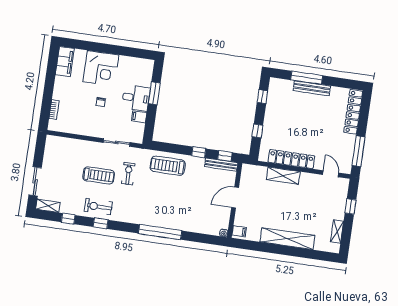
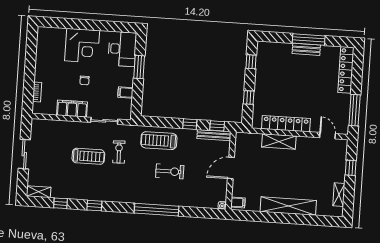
filing cabinet: (65, 62) -> (72, 109), moved, turned -90
window: (307, 78) -> (309, 39), moved
bench: (312, 88) -> (306, 49), width x0.73
desk: (136, 98) -> (122, 49), moved, width x1.37
sliding door: (35, 181) -> (24, 154), moved
exercise bike: (98, 207) -> (170, 171), moved, turned 180

